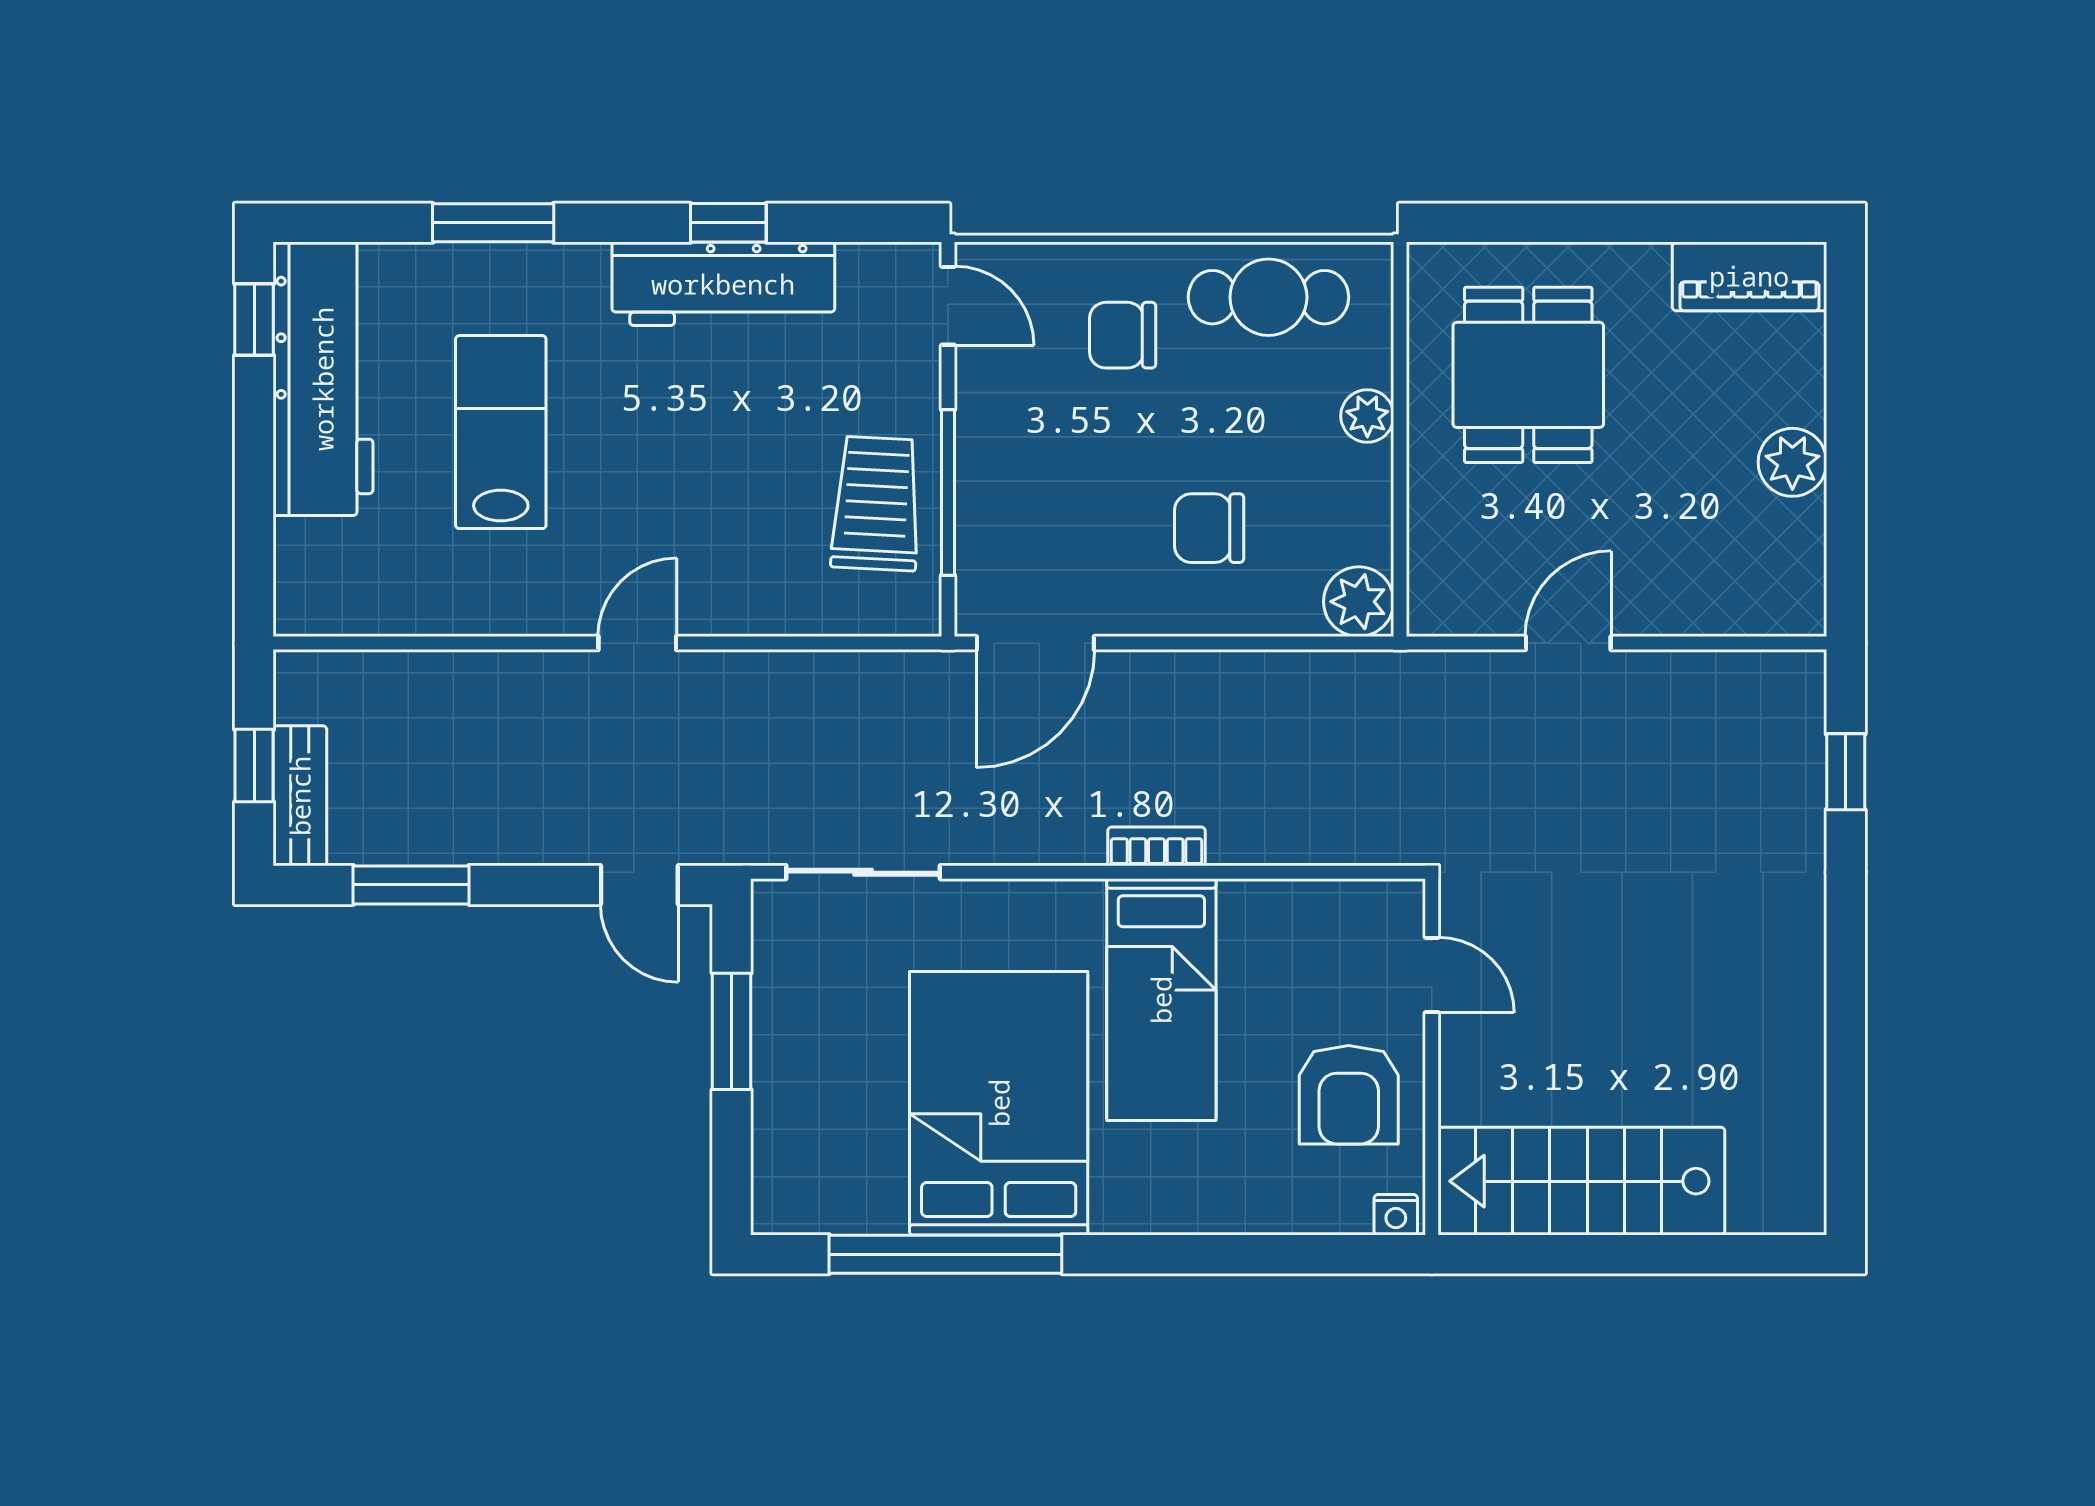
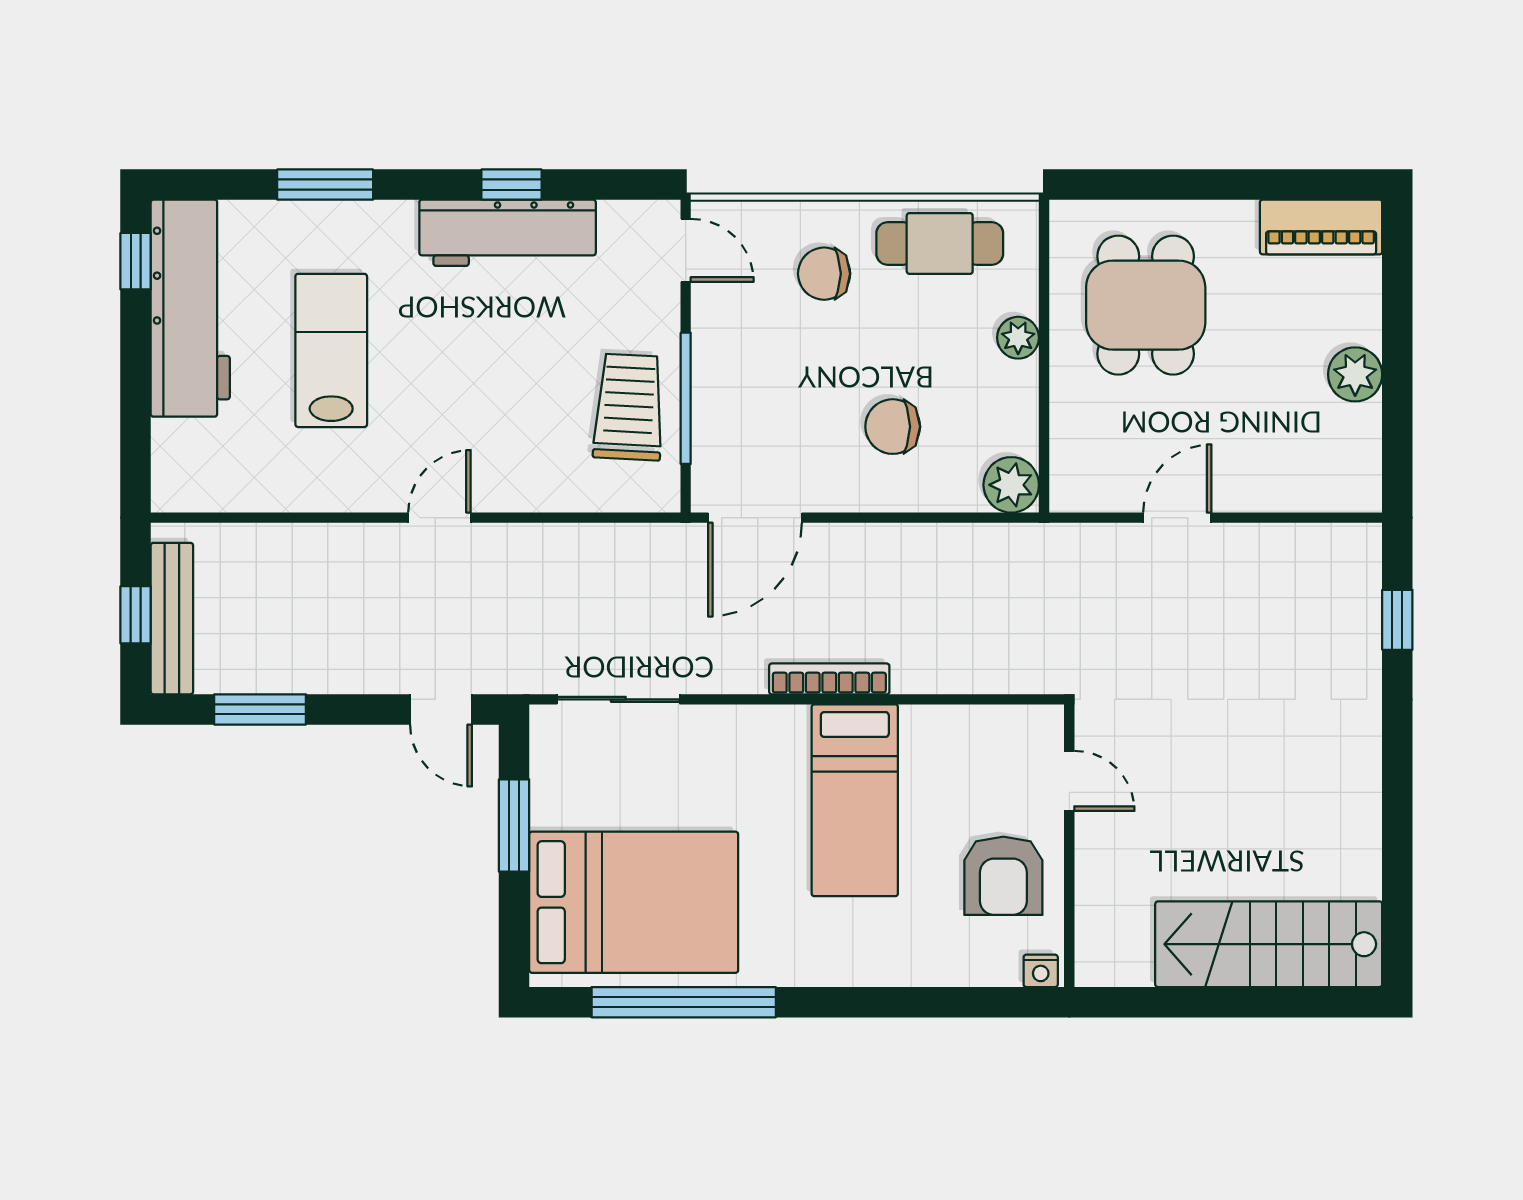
bench: (300, 796) -> (172, 619), width x1.36
bookcase: (1156, 846) -> (829, 679), width x1.56
bed: (999, 1103) -> (634, 902), moved, turned 90
stairs: (1581, 1181) -> (1269, 944), moved

